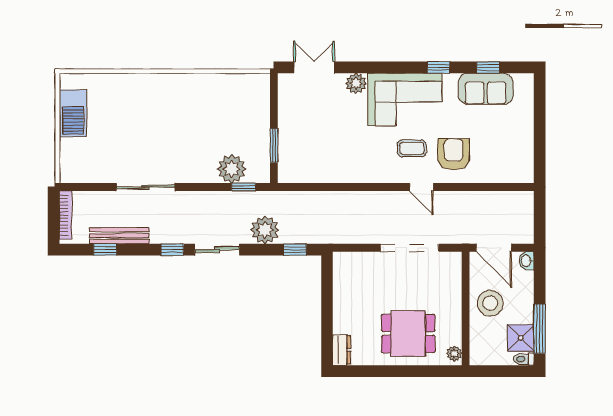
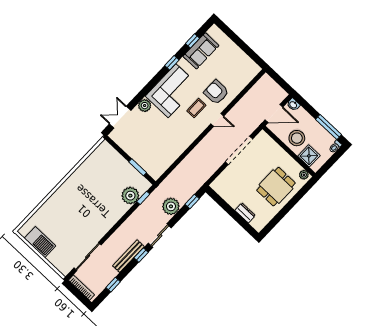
sliding door: (146, 187) -> (88, 256), moved
bench: (119, 236) -> (128, 256), moved
shower: (521, 338) -> (309, 156), moved
dresser: (341, 350) -> (245, 213), moved

